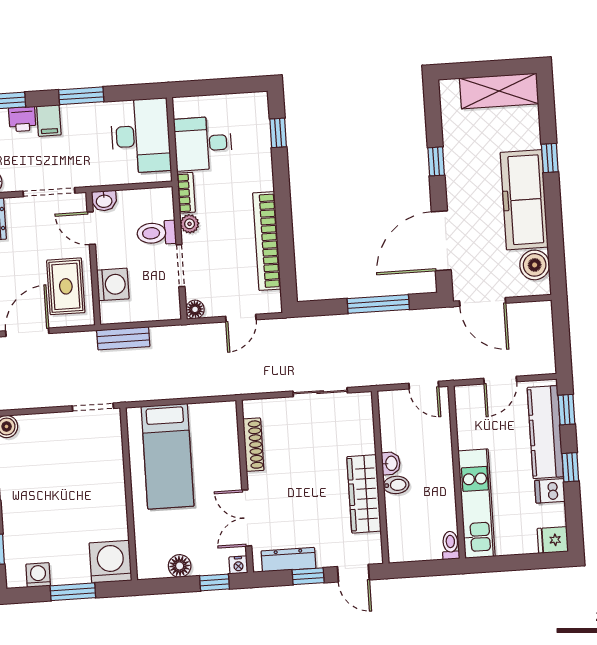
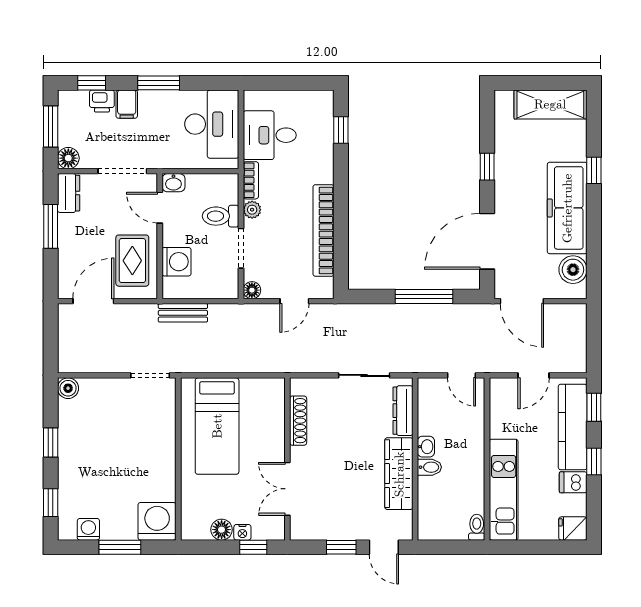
dresser: (288, 560) -> (403, 411), moved, turned -90
nightstand: (238, 565) -> (242, 532), moved

